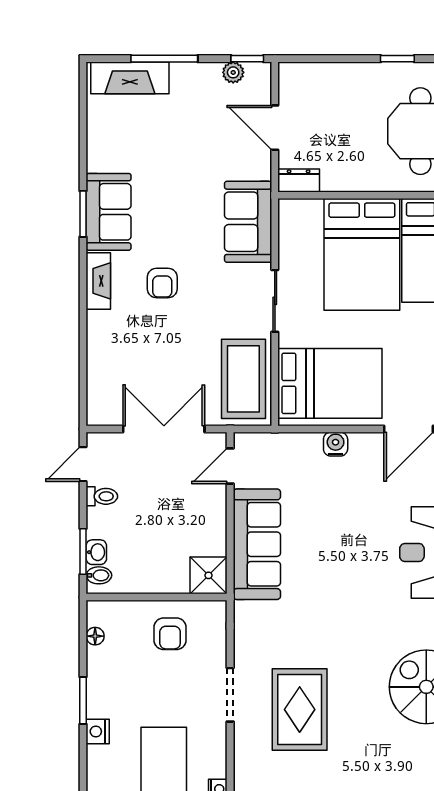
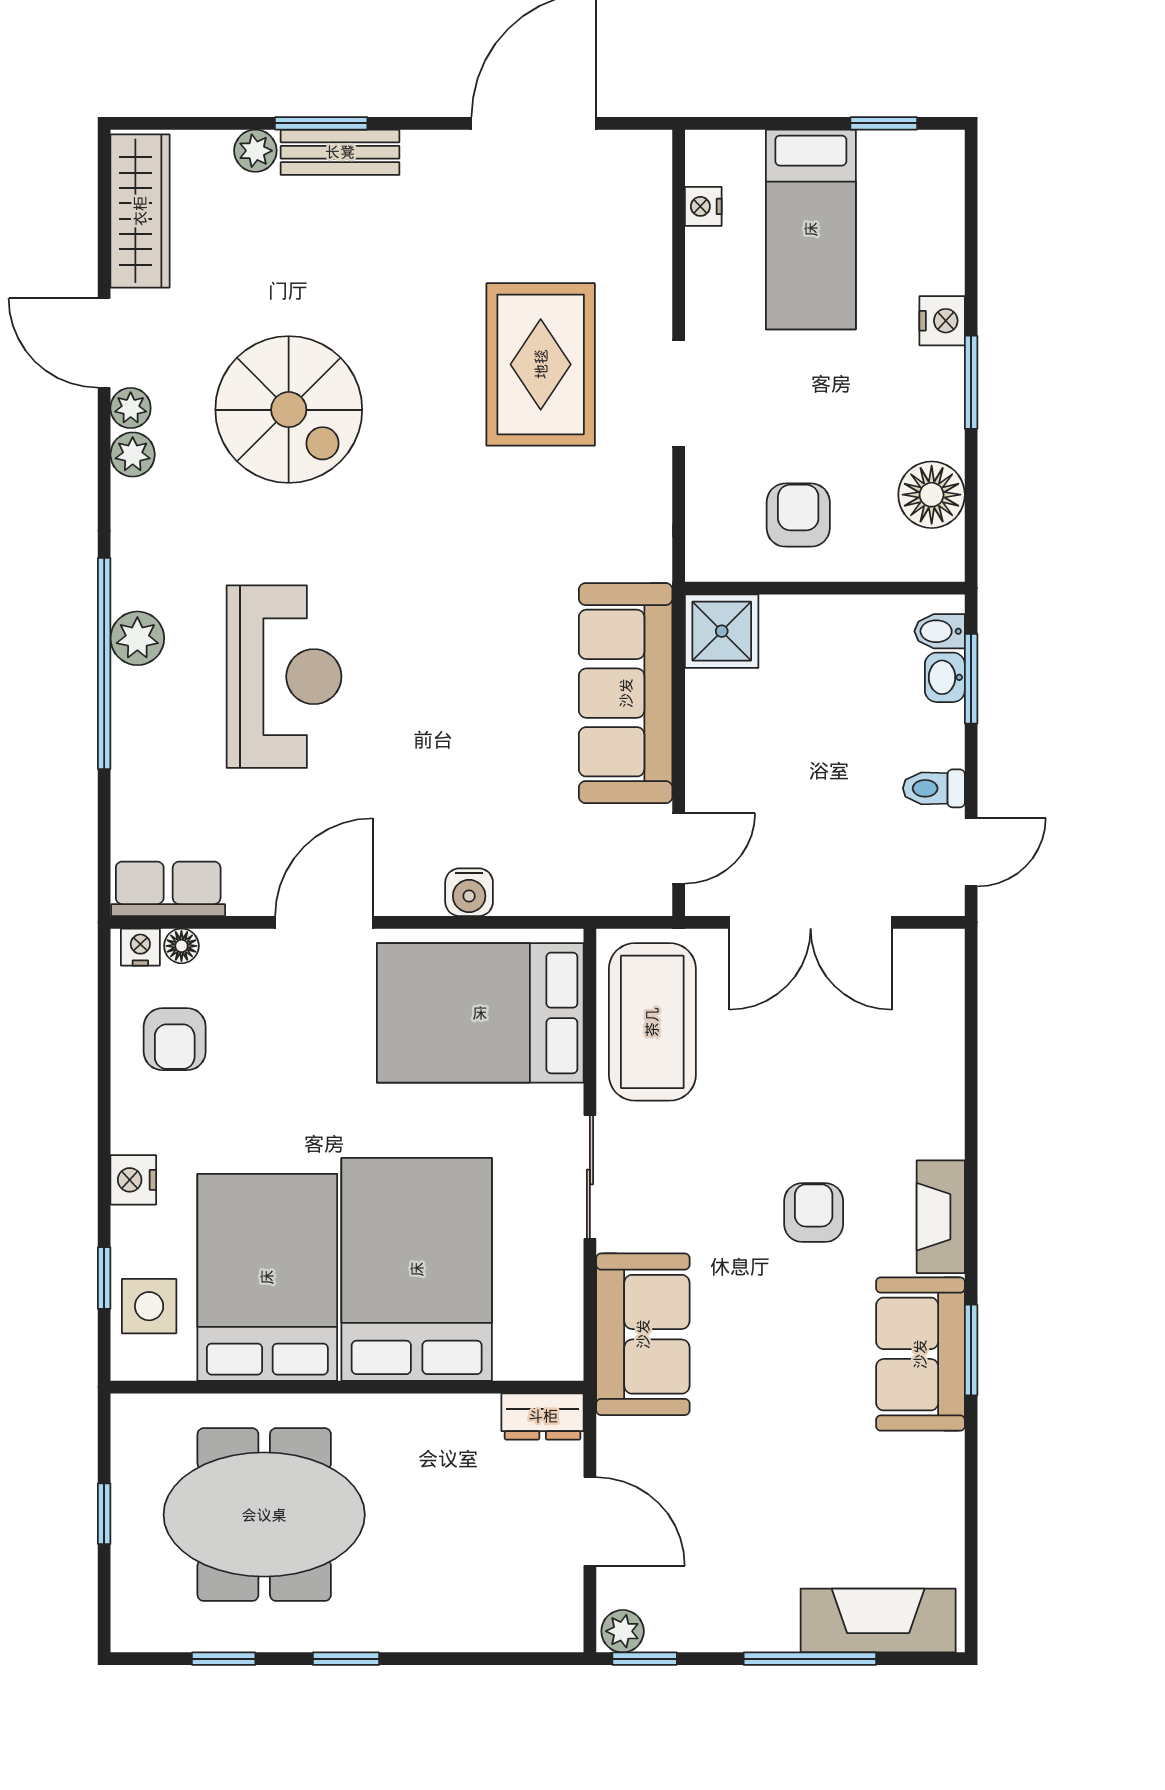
plant: (233, 72) -> (623, 1631), moved
floor lamp: (95, 636) -> (932, 495), width x1.89, depth x1.89

